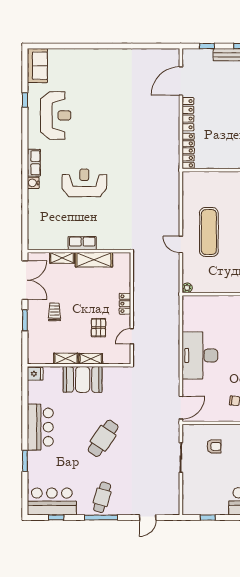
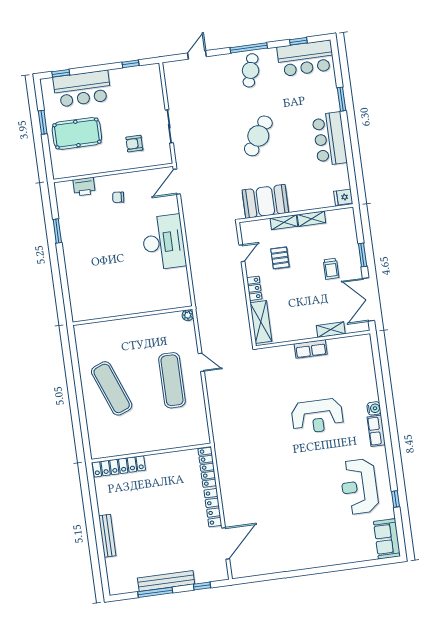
shelving: (94, 260) -> (261, 322), moved, turned 90
booth: (83, 379) -> (265, 201), moved

